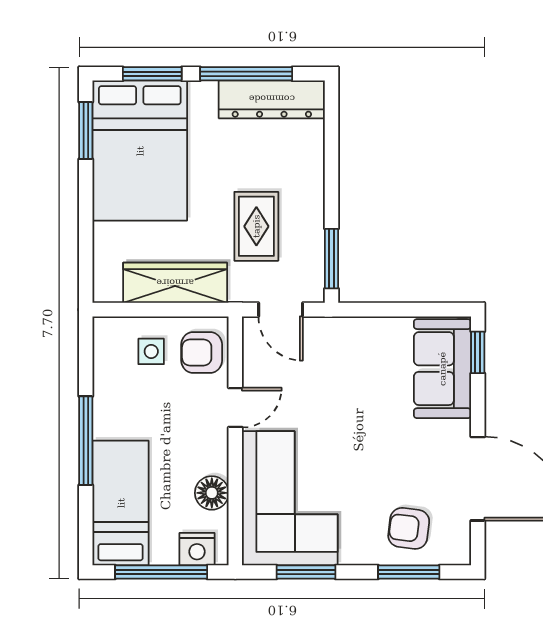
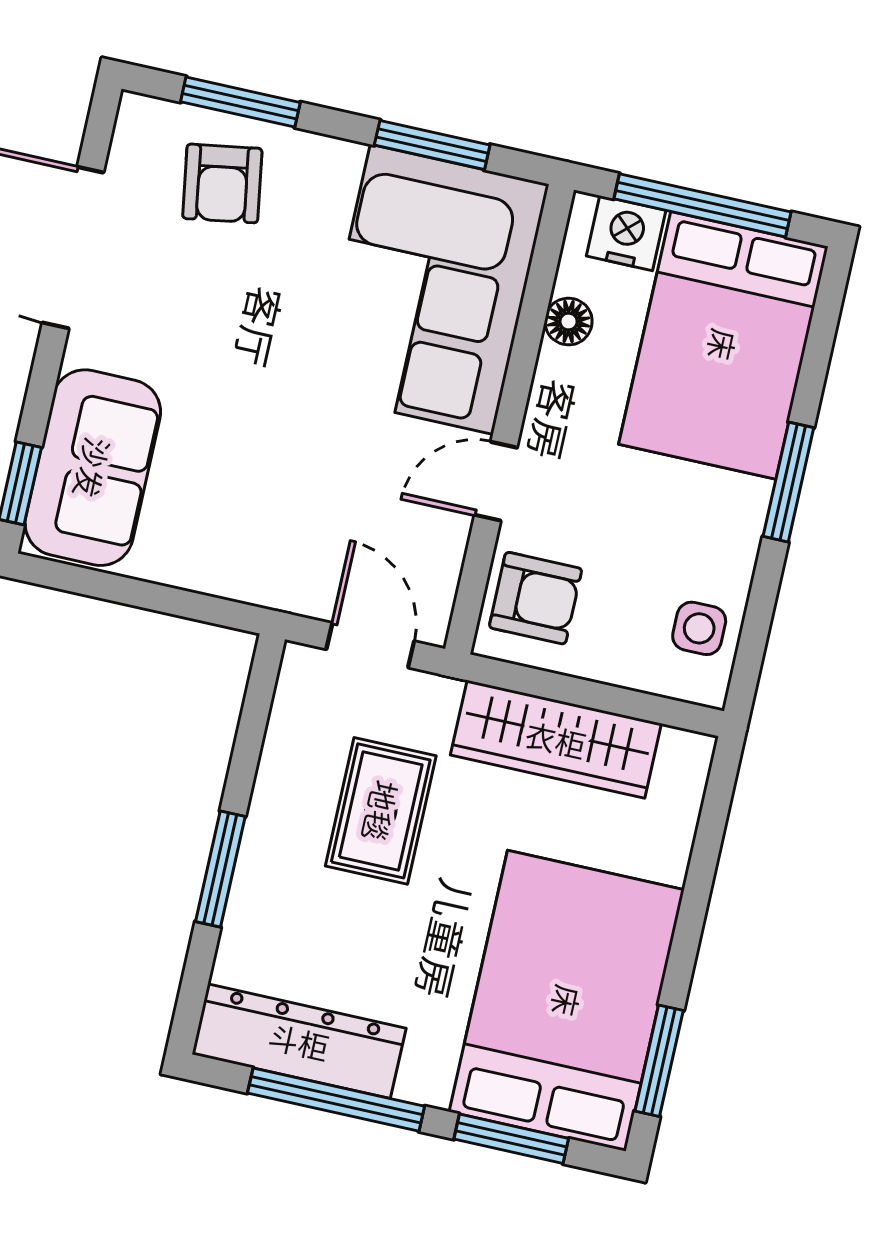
window: (332, 259) -> (220, 869), moved
side table: (151, 351) -> (699, 628), moved
window: (86, 441) -> (788, 482), width x0.69
floor lamp: (212, 493) -> (569, 322), width x0.73, depth x0.73
bed: (121, 503) -> (723, 345), width x1.50
armchair: (409, 528) -> (222, 183), turned 74

